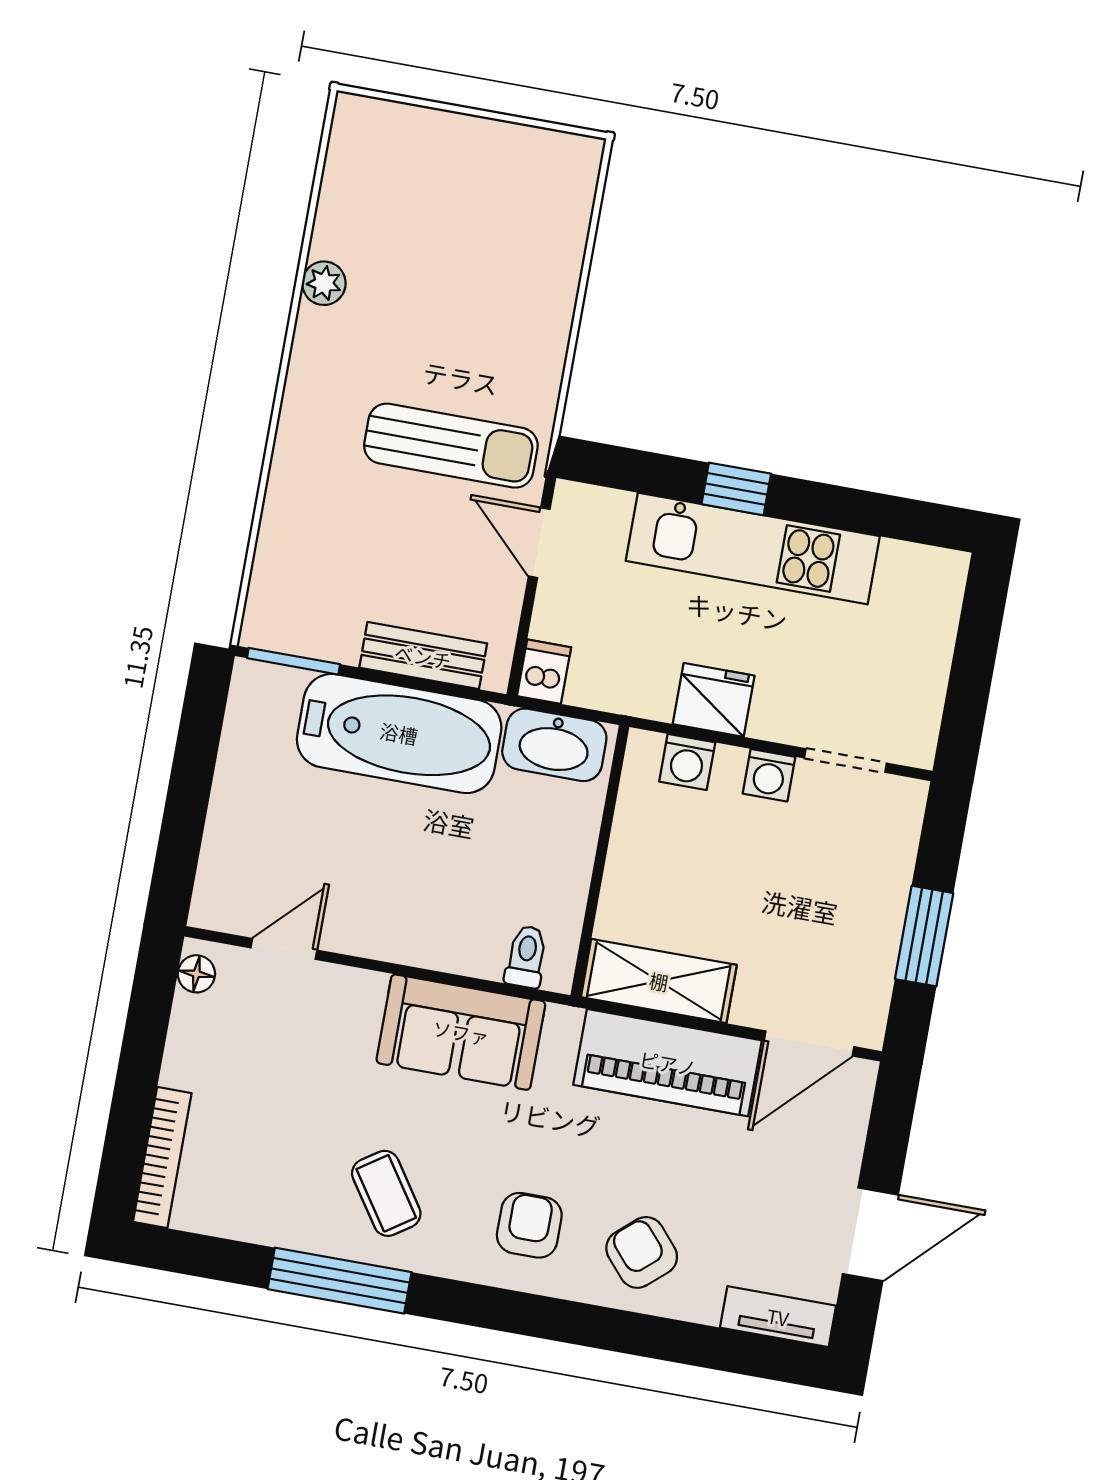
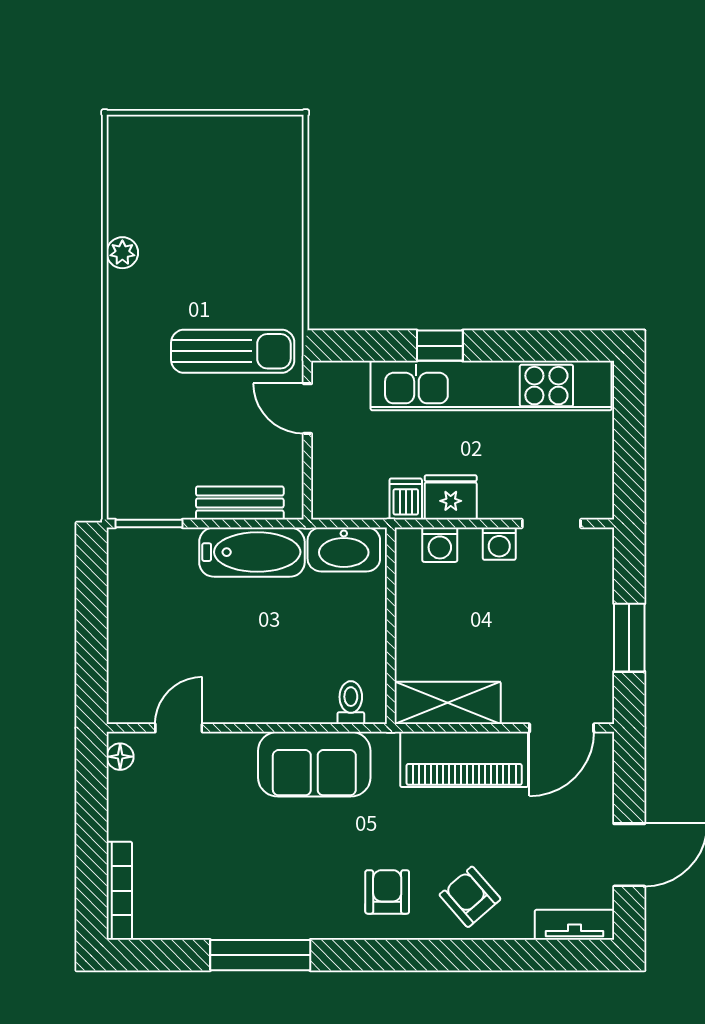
kitchen unit: (753, 549) -> (491, 386), width x1.36
dishwasher: (544, 672) -> (406, 499), moved
bathtub: (399, 733) -> (252, 552), width x0.73, depth x0.73
coffee table: (386, 1193) -> (282, 888), removed

